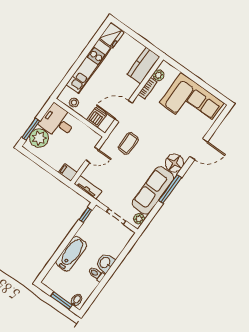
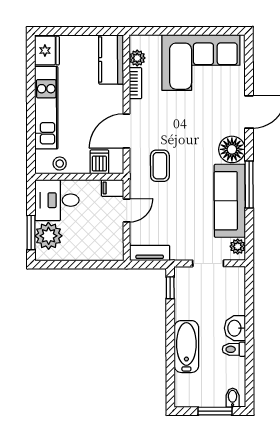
filing cabinet: (68, 172) -> (112, 188), moved

